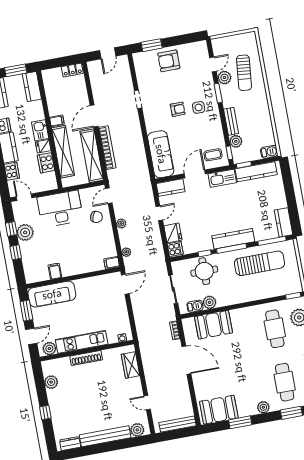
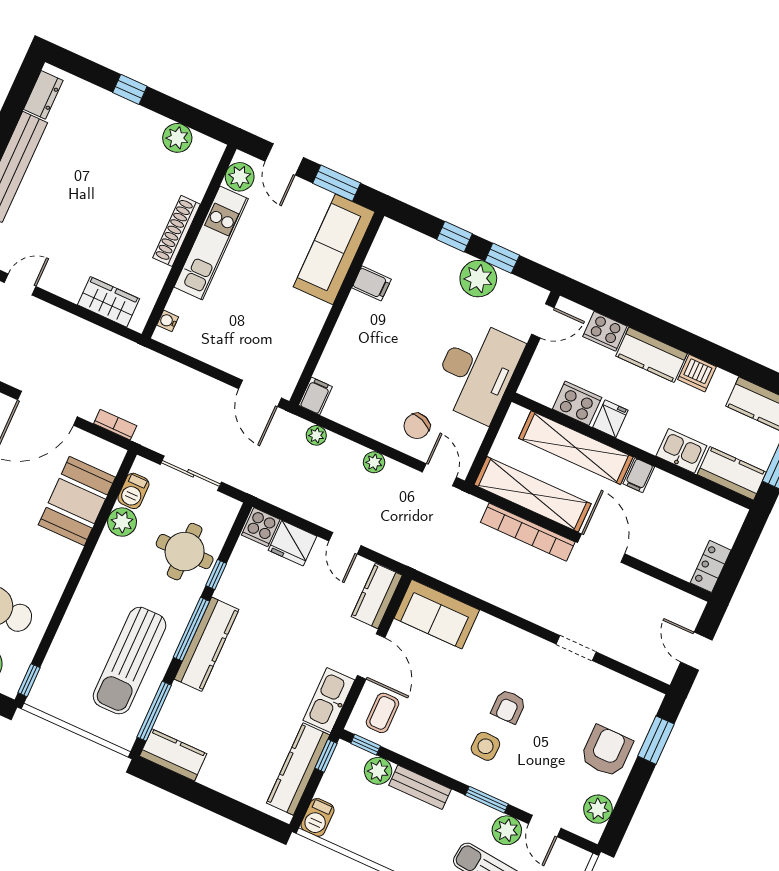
plant: (193, 49) -> (598, 809), added
kitchen sink: (40, 130) -> (681, 451), moved
sofa: (161, 154) -> (437, 614), width x0.73

